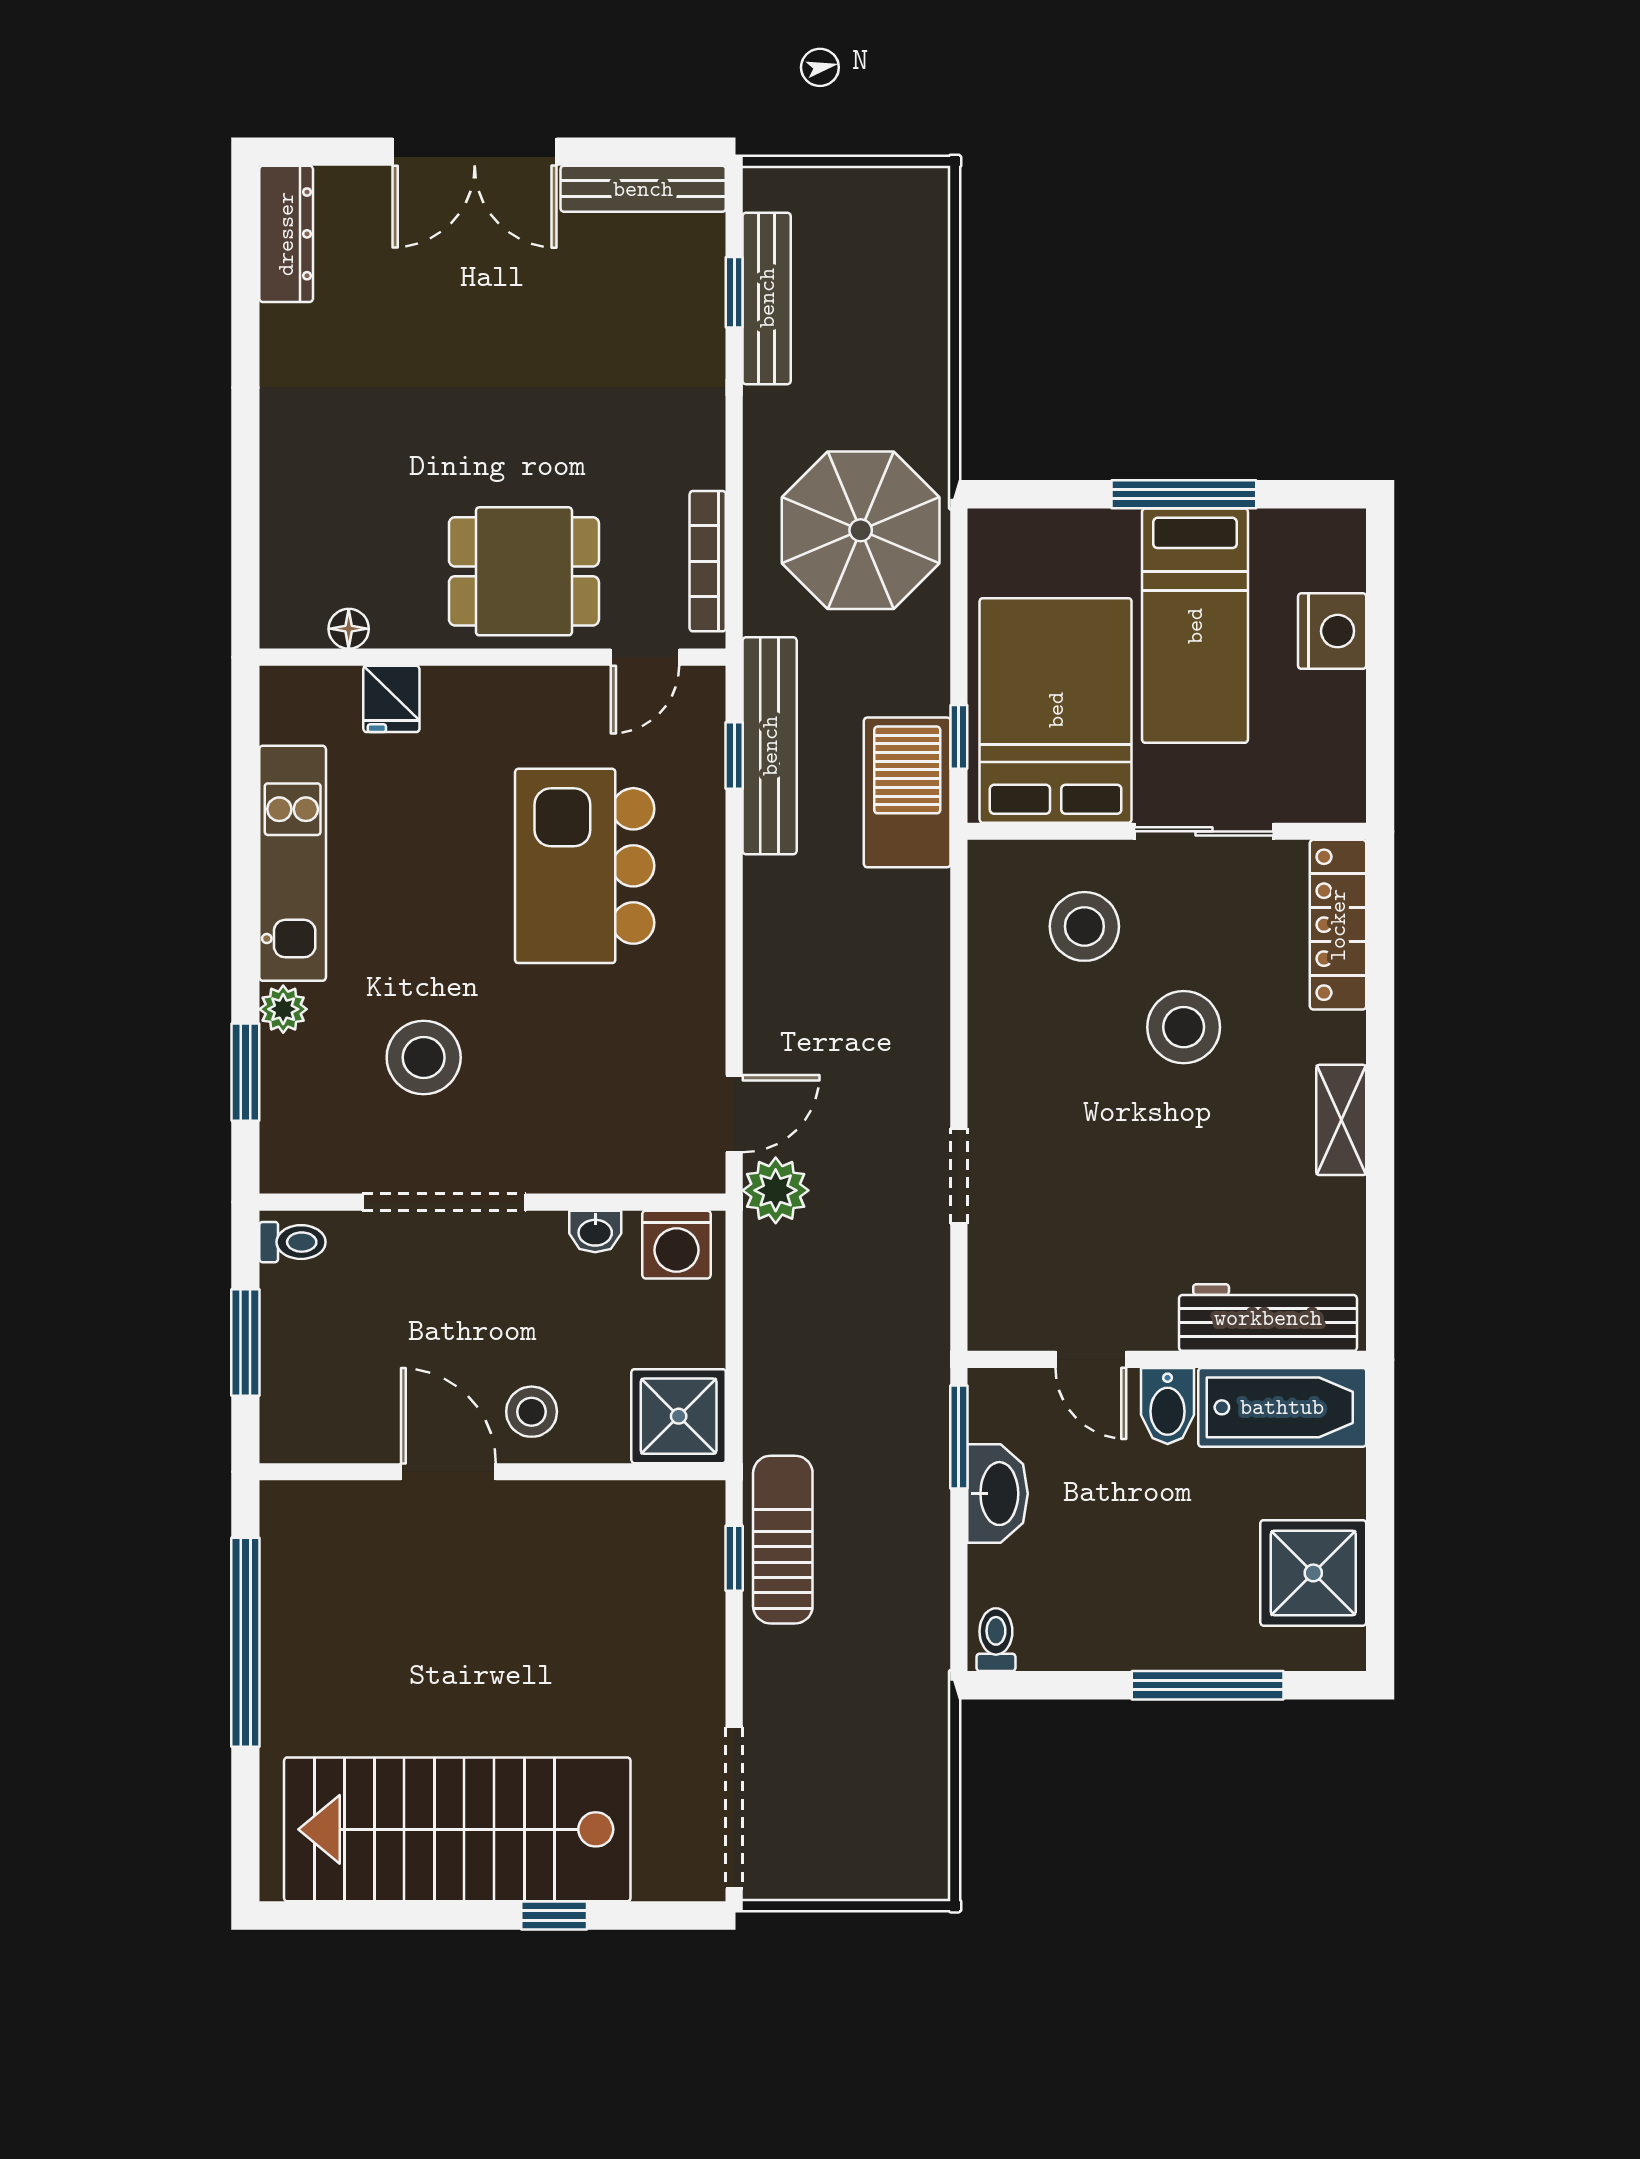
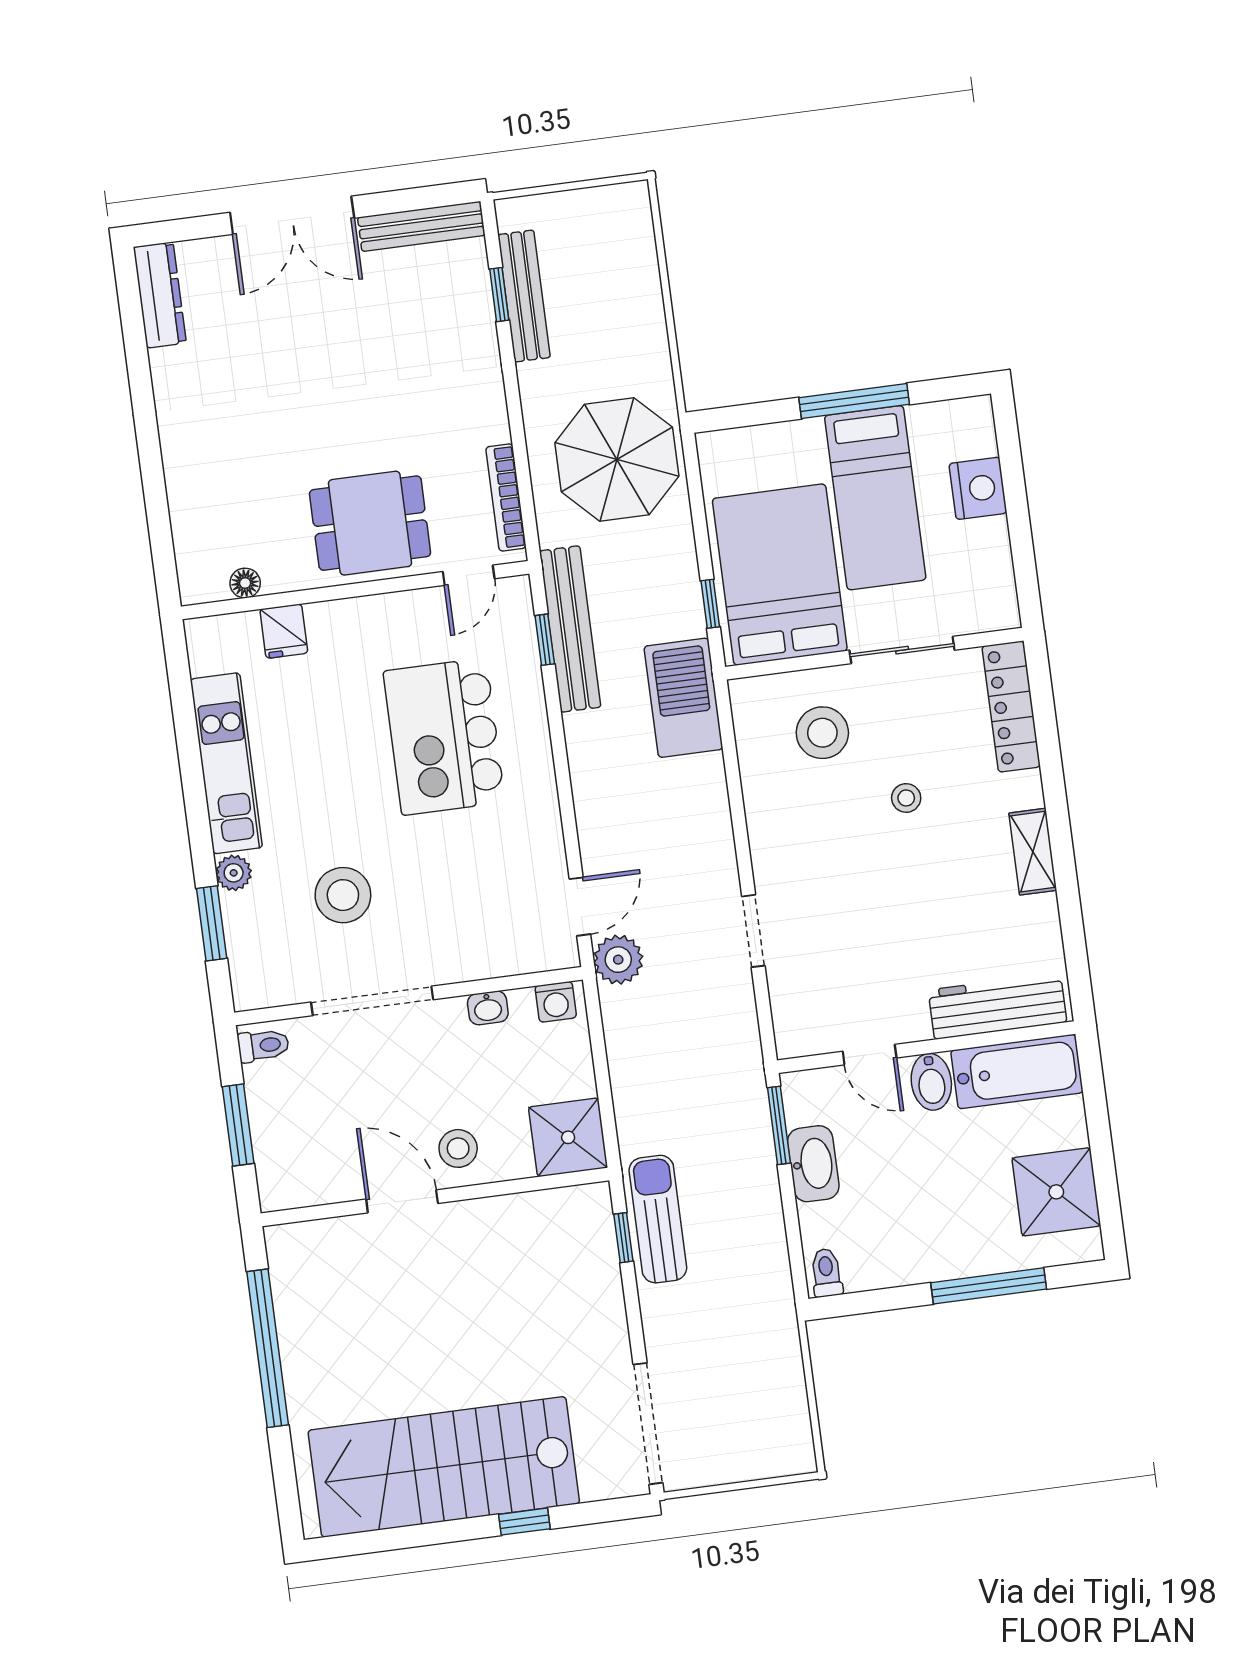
barbecue: (907, 792) -> (683, 698), moved
stool: (1184, 1027) -> (906, 798), width x0.53, depth x0.53
washing machine: (676, 1245) -> (556, 1002), width x0.73, depth x0.73

